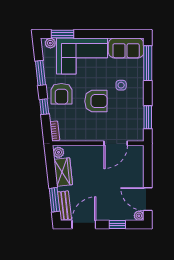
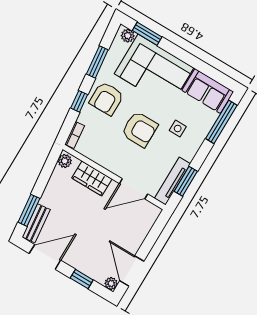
tv unit: (139, 122) -> (172, 181), added
wardrobe: (63, 172) -> (92, 178), moved, turned 96

